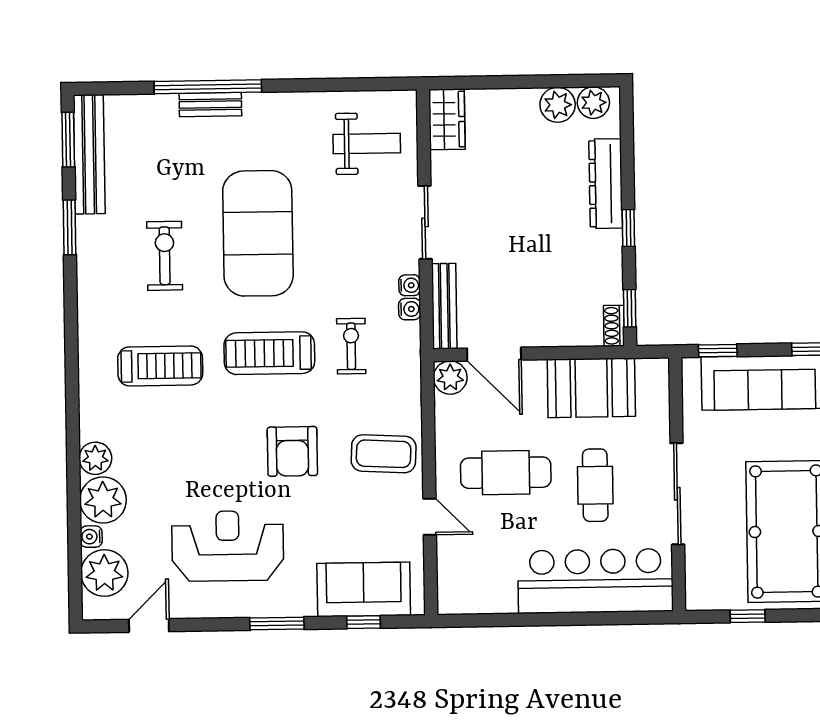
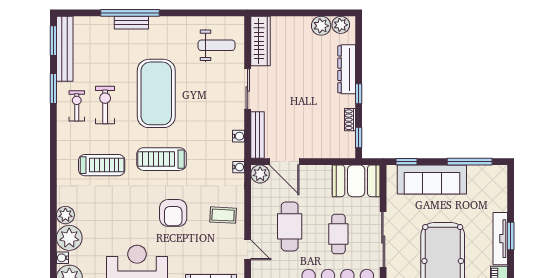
wardrobe: (447, 119) -> (261, 41), width x1.50
water cooler: (410, 285) -> (239, 167), moved
shoe rack: (614, 326) -> (350, 120), moved
exercise bike: (351, 346) -> (77, 106), moved
booth: (591, 388) -> (356, 181), moved
coffee table: (384, 454) -> (223, 215), width x0.73, depth x0.77
cafe table: (506, 473) -> (290, 226), turned 90

